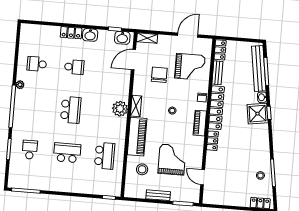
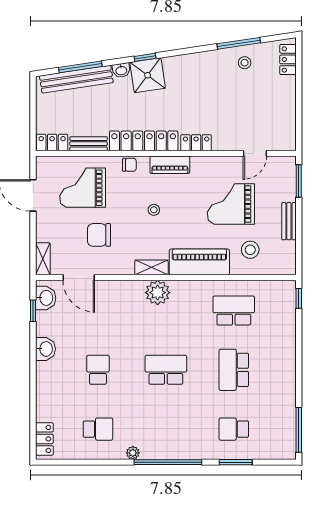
locker: (71, 33) -> (44, 439), moved
school desk: (37, 64) -> (98, 429), turned -90
grand piano: (190, 67) -> (83, 188), turned -90

